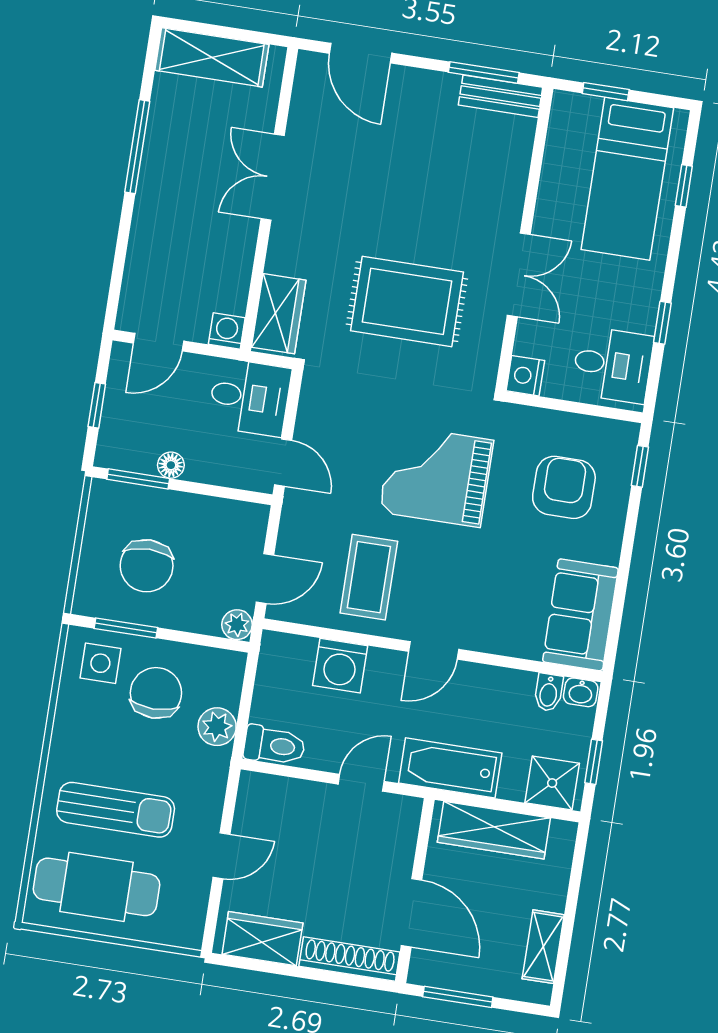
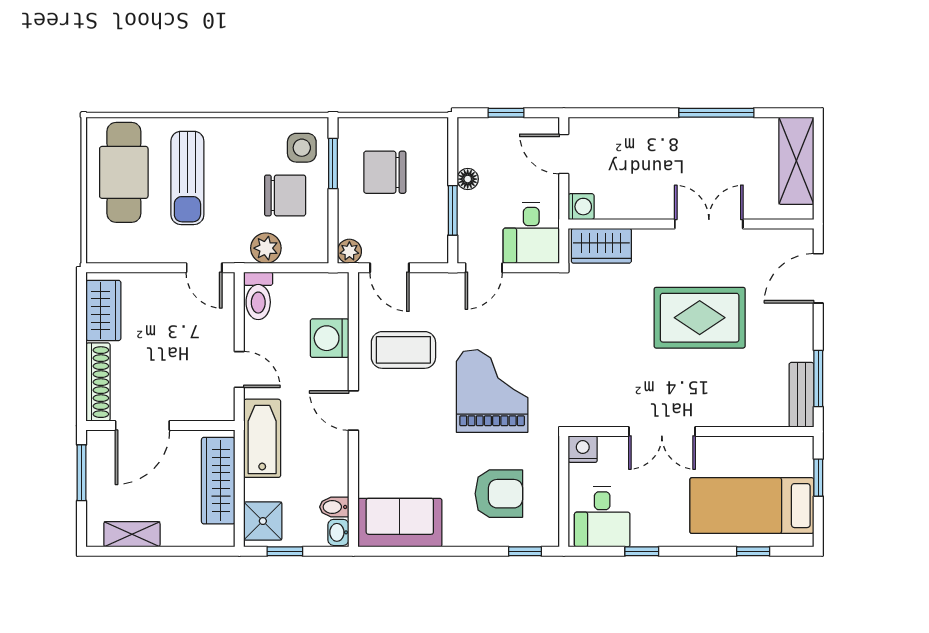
rug: (407, 301) -> (700, 318), moved, turned 90
window: (138, 479) -> (453, 210), moved
door: (222, 856) -> (204, 268), moved

